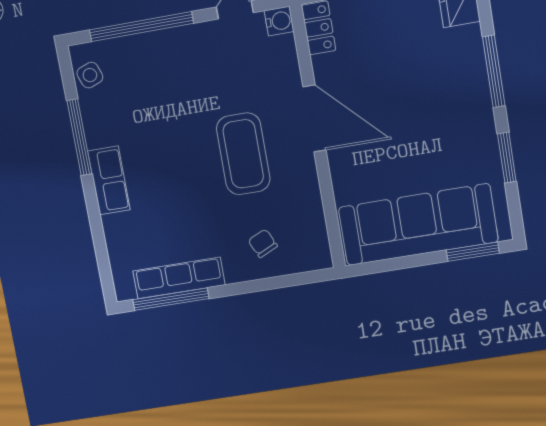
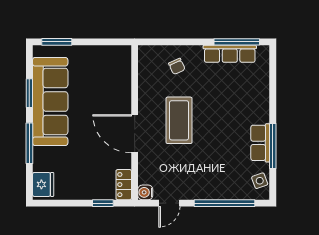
row of seats: (109, 180) -> (260, 143), moved
sofa: (418, 225) -> (50, 102), moved, turned -90

